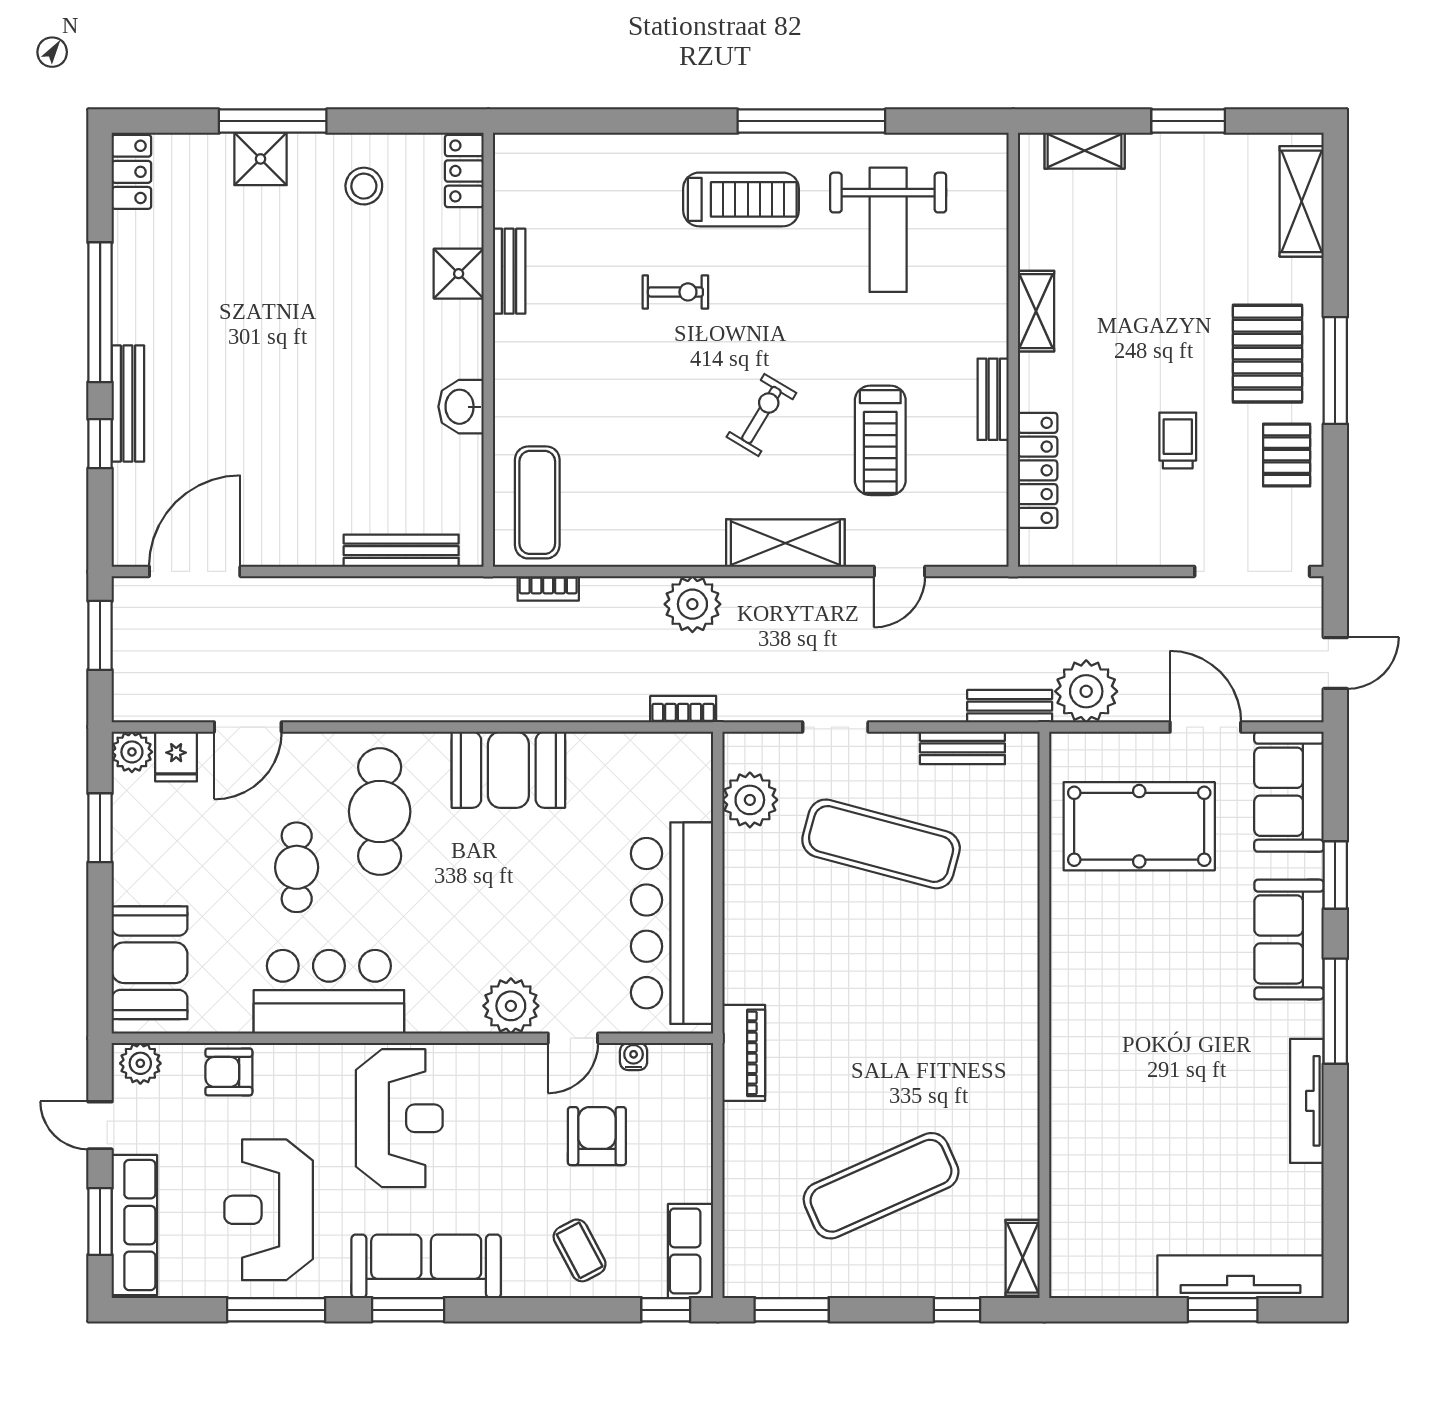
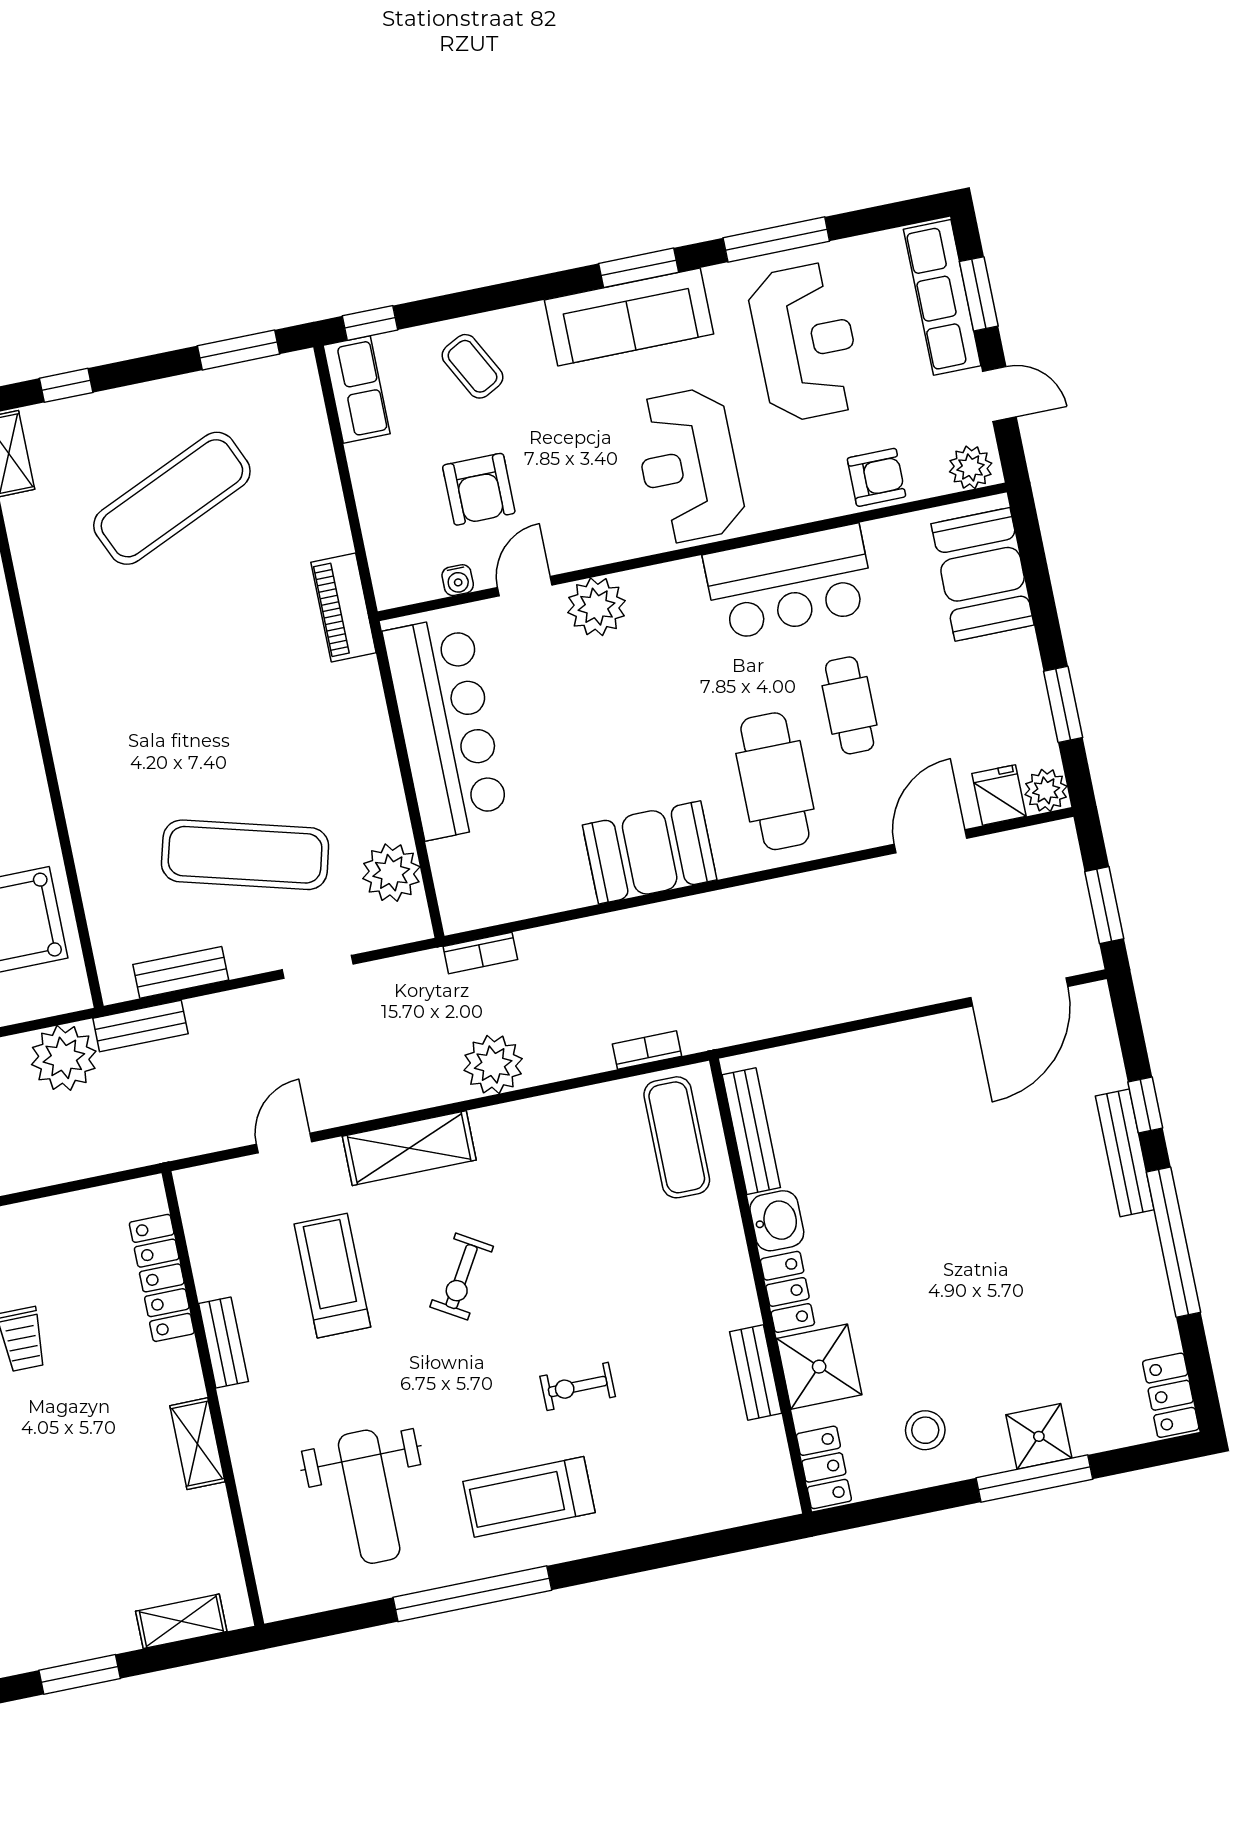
weight bench: (888, 230) -> (369, 1497), turned 180
shower: (459, 274) -> (819, 1367), width x1.36, depth x1.36
locker: (465, 339) -> (787, 1292), added
bench: (401, 551) -> (751, 1131), moved, turned 90

